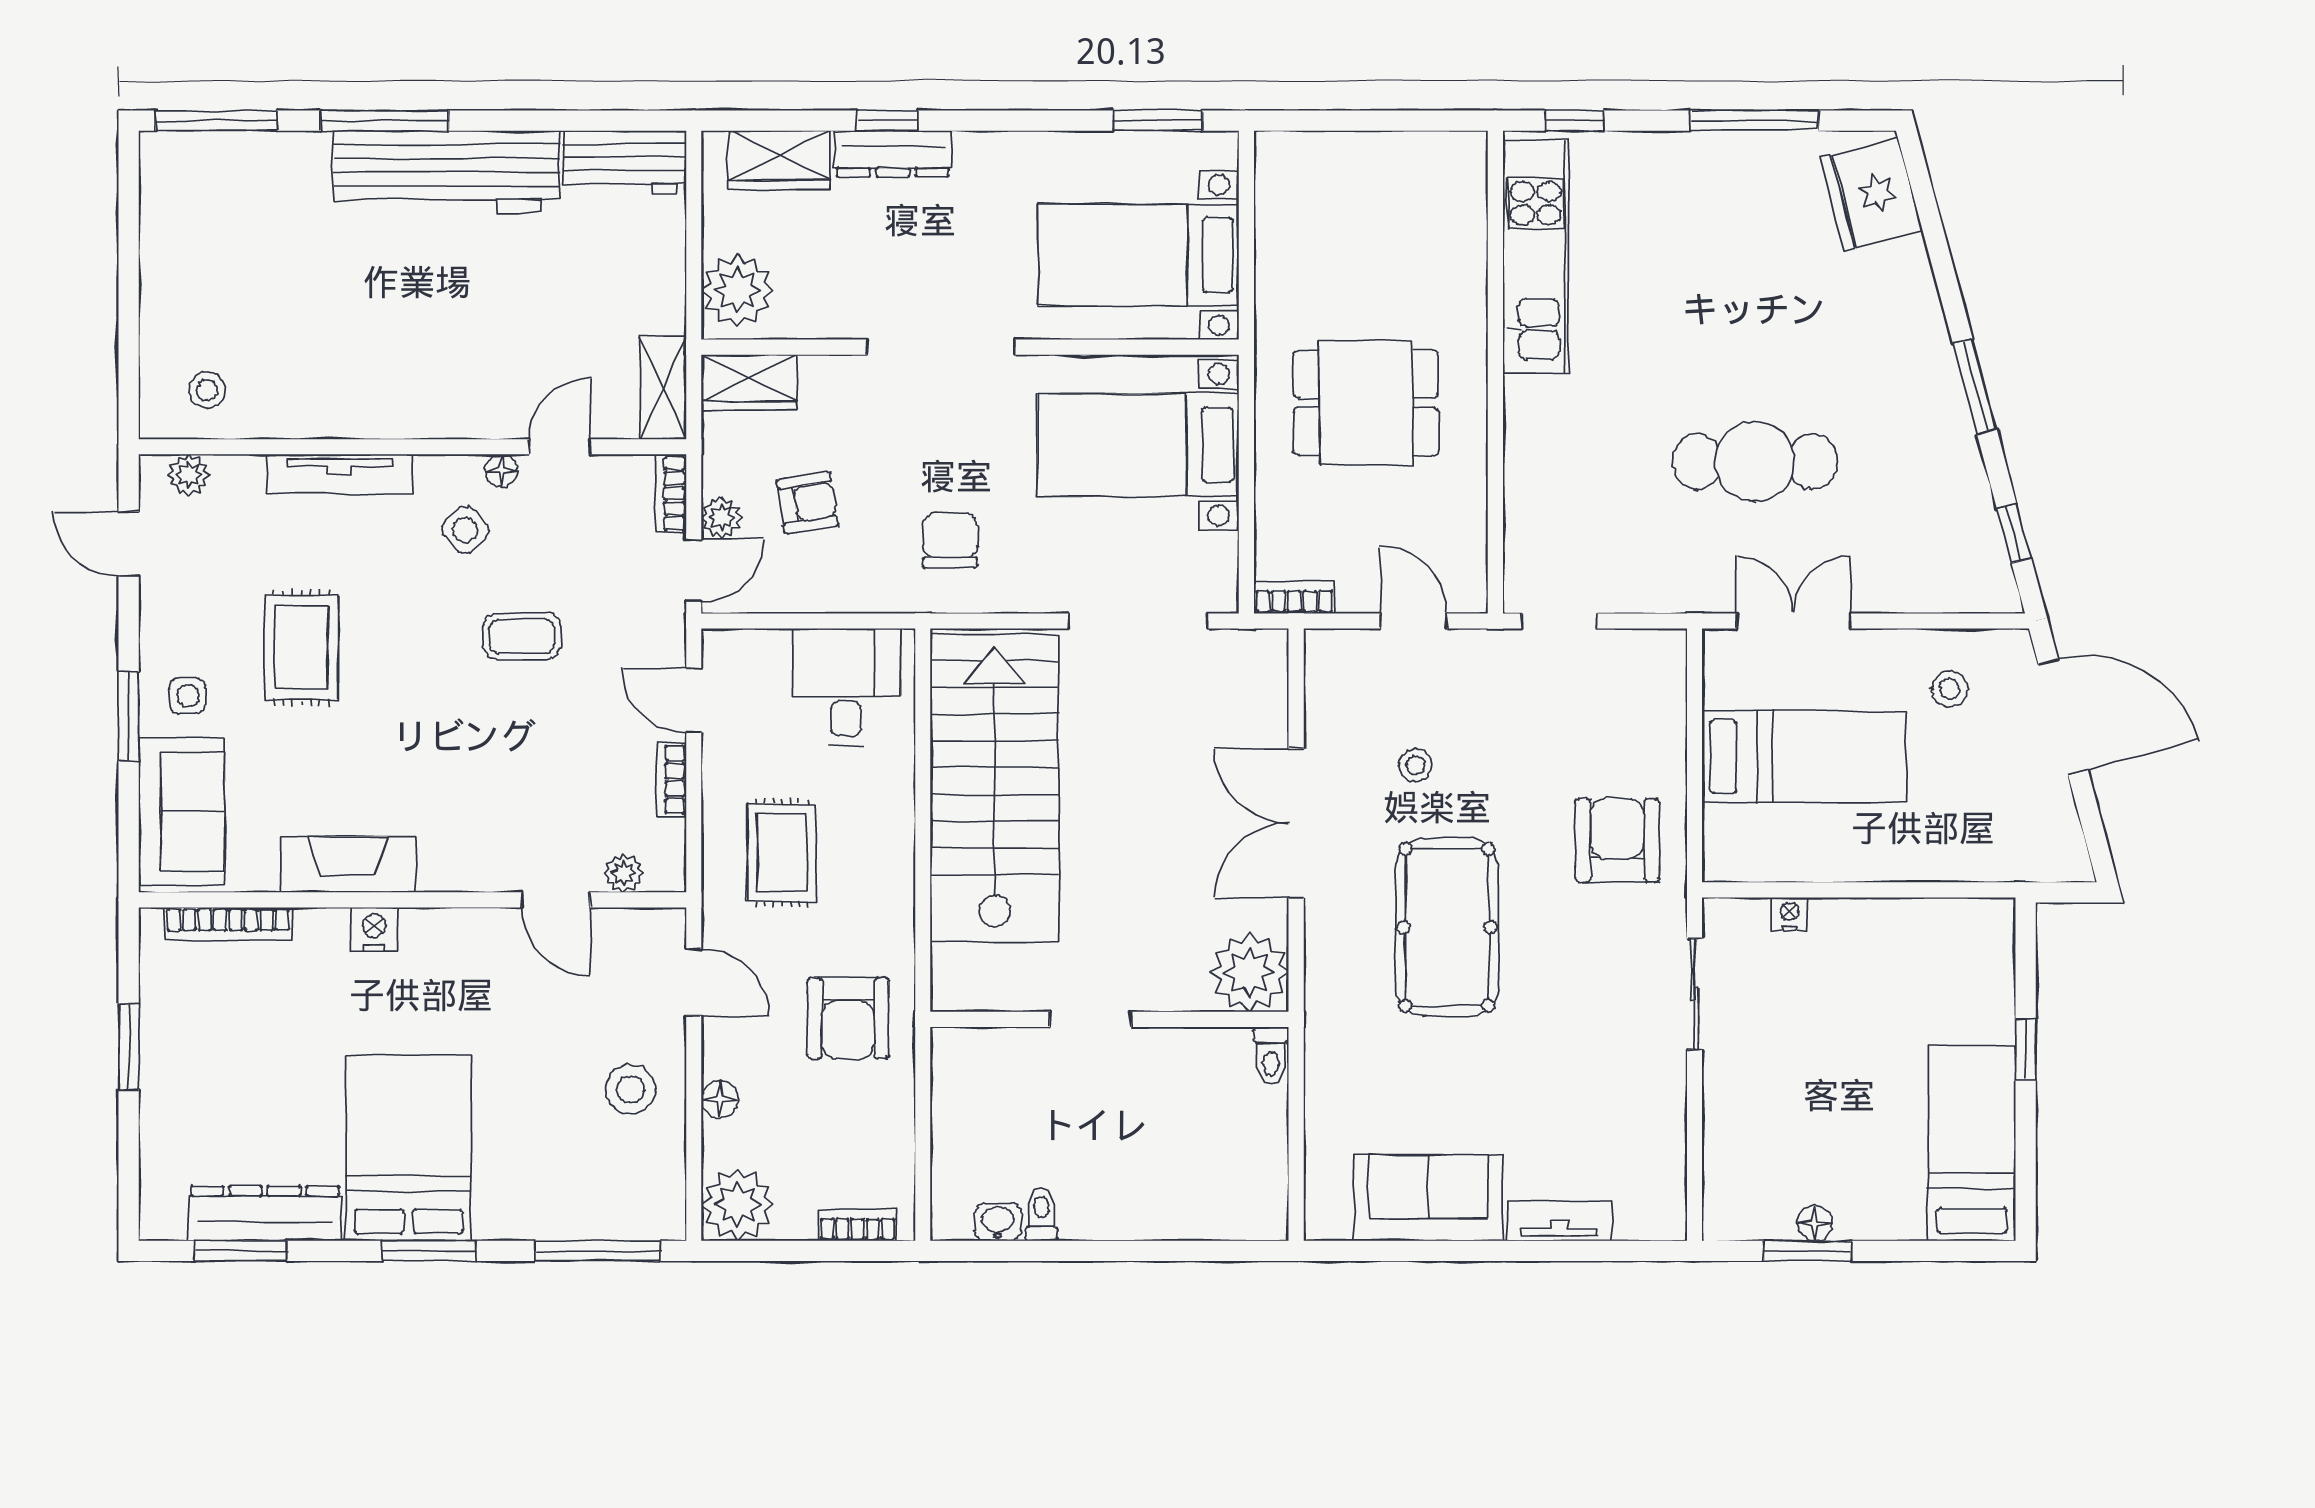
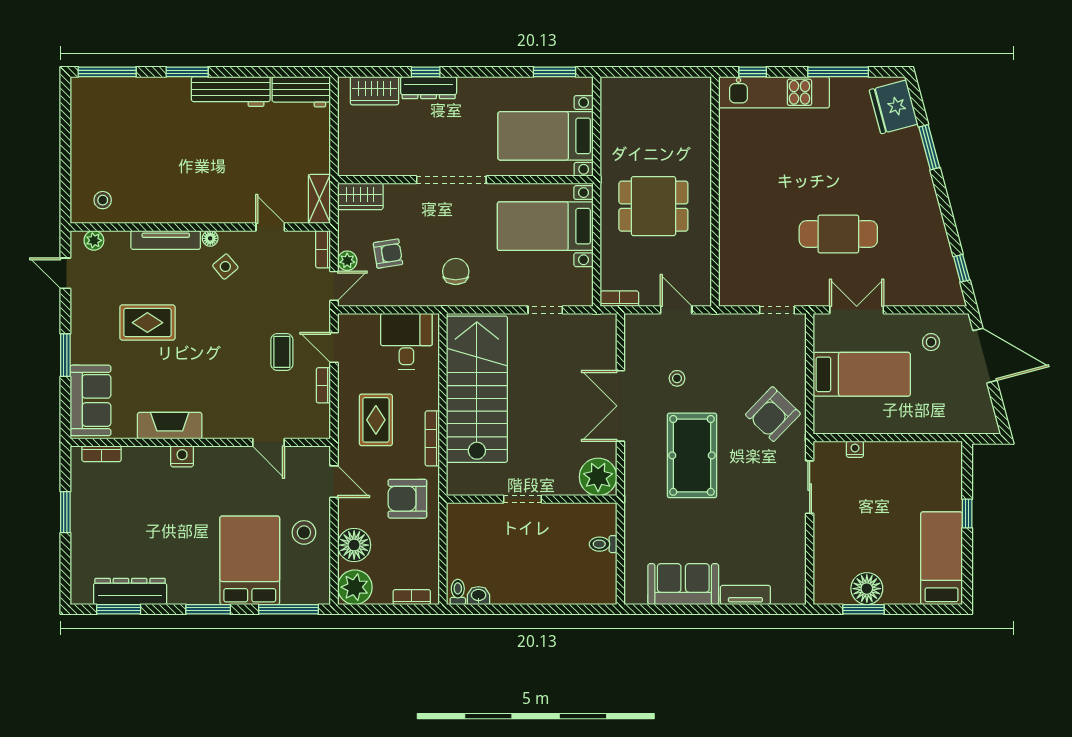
window: (385, 121) -> (187, 72), width x0.69
workbench: (447, 172) -> (231, 92), width x0.73, depth x0.76
kitchen unit: (1536, 257) -> (774, 92), moved, turned 90
plant: (737, 290) -> (355, 153), removed
window: (1975, 386) -> (929, 147), moved
door: (560, 447) -> (270, 227), hinge flipped
floor lamp: (501, 471) -> (210, 238), moved
doorway: (1138, 621) -> (545, 310), width x0.53
doorway: (1559, 621) -> (777, 310), moved
coffee table: (522, 636) -> (282, 352), moved, turned 90
rug: (301, 648) -> (147, 323), turned 90
side table: (188, 696) -> (93, 345), removed
armchair: (1617, 840) -> (773, 414), turned -136
plant: (624, 873) -> (301, 430), removed
bookcase: (900, 891) -> (432, 438), added
bookcase: (228, 924) -> (102, 454), width x0.64
armchair: (848, 1018) -> (407, 499), turned 90
toilet: (1271, 1056) -> (603, 544), moved, turned 90
floor lamp: (720, 1099) -> (354, 545), width x1.89, depth x1.89
bed: (408, 1148) -> (250, 560), moved
toilet: (1041, 1214) -> (458, 592), moved
floor lamp: (1815, 1223) -> (867, 589), width x1.89, depth x1.89

